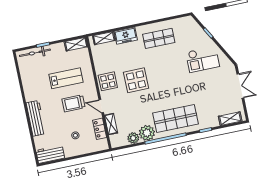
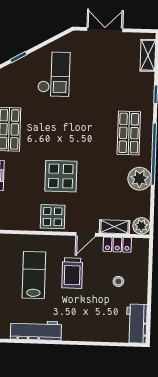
workbench: (36, 118) -> (36, 330), moved
shop shelf: (175, 118) -> (129, 133), width x0.70, depth x0.74
plant: (133, 138) -> (141, 226), moved

